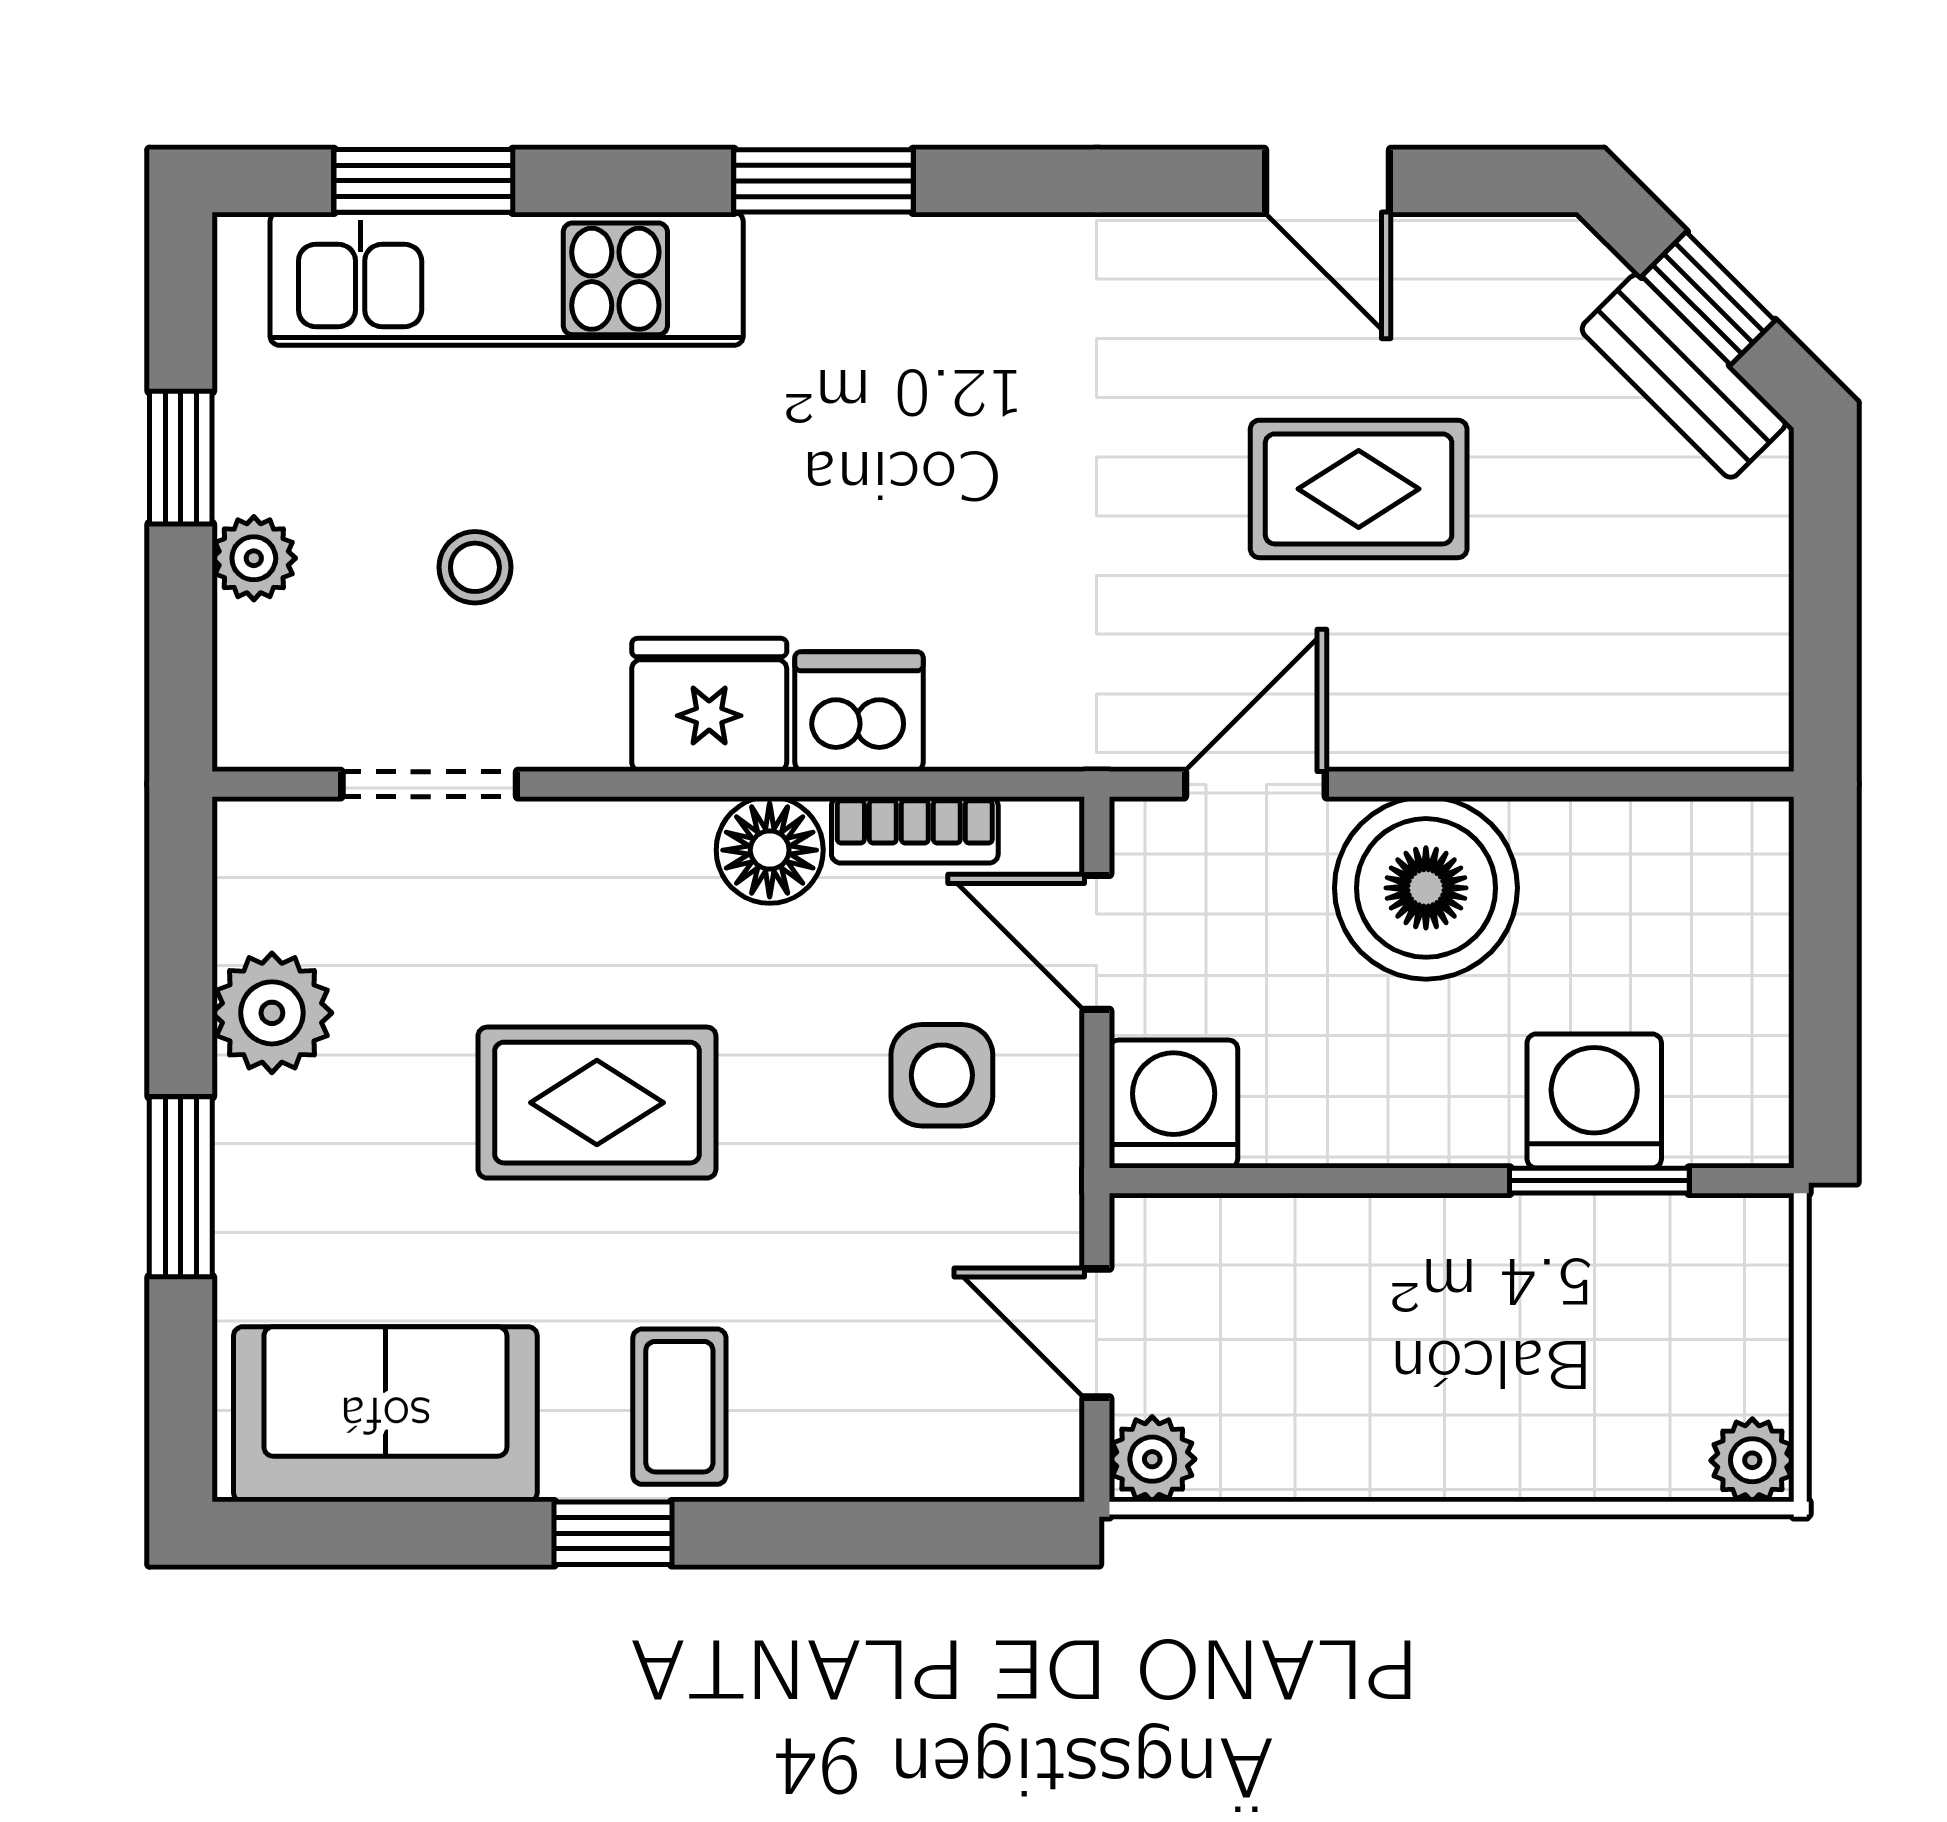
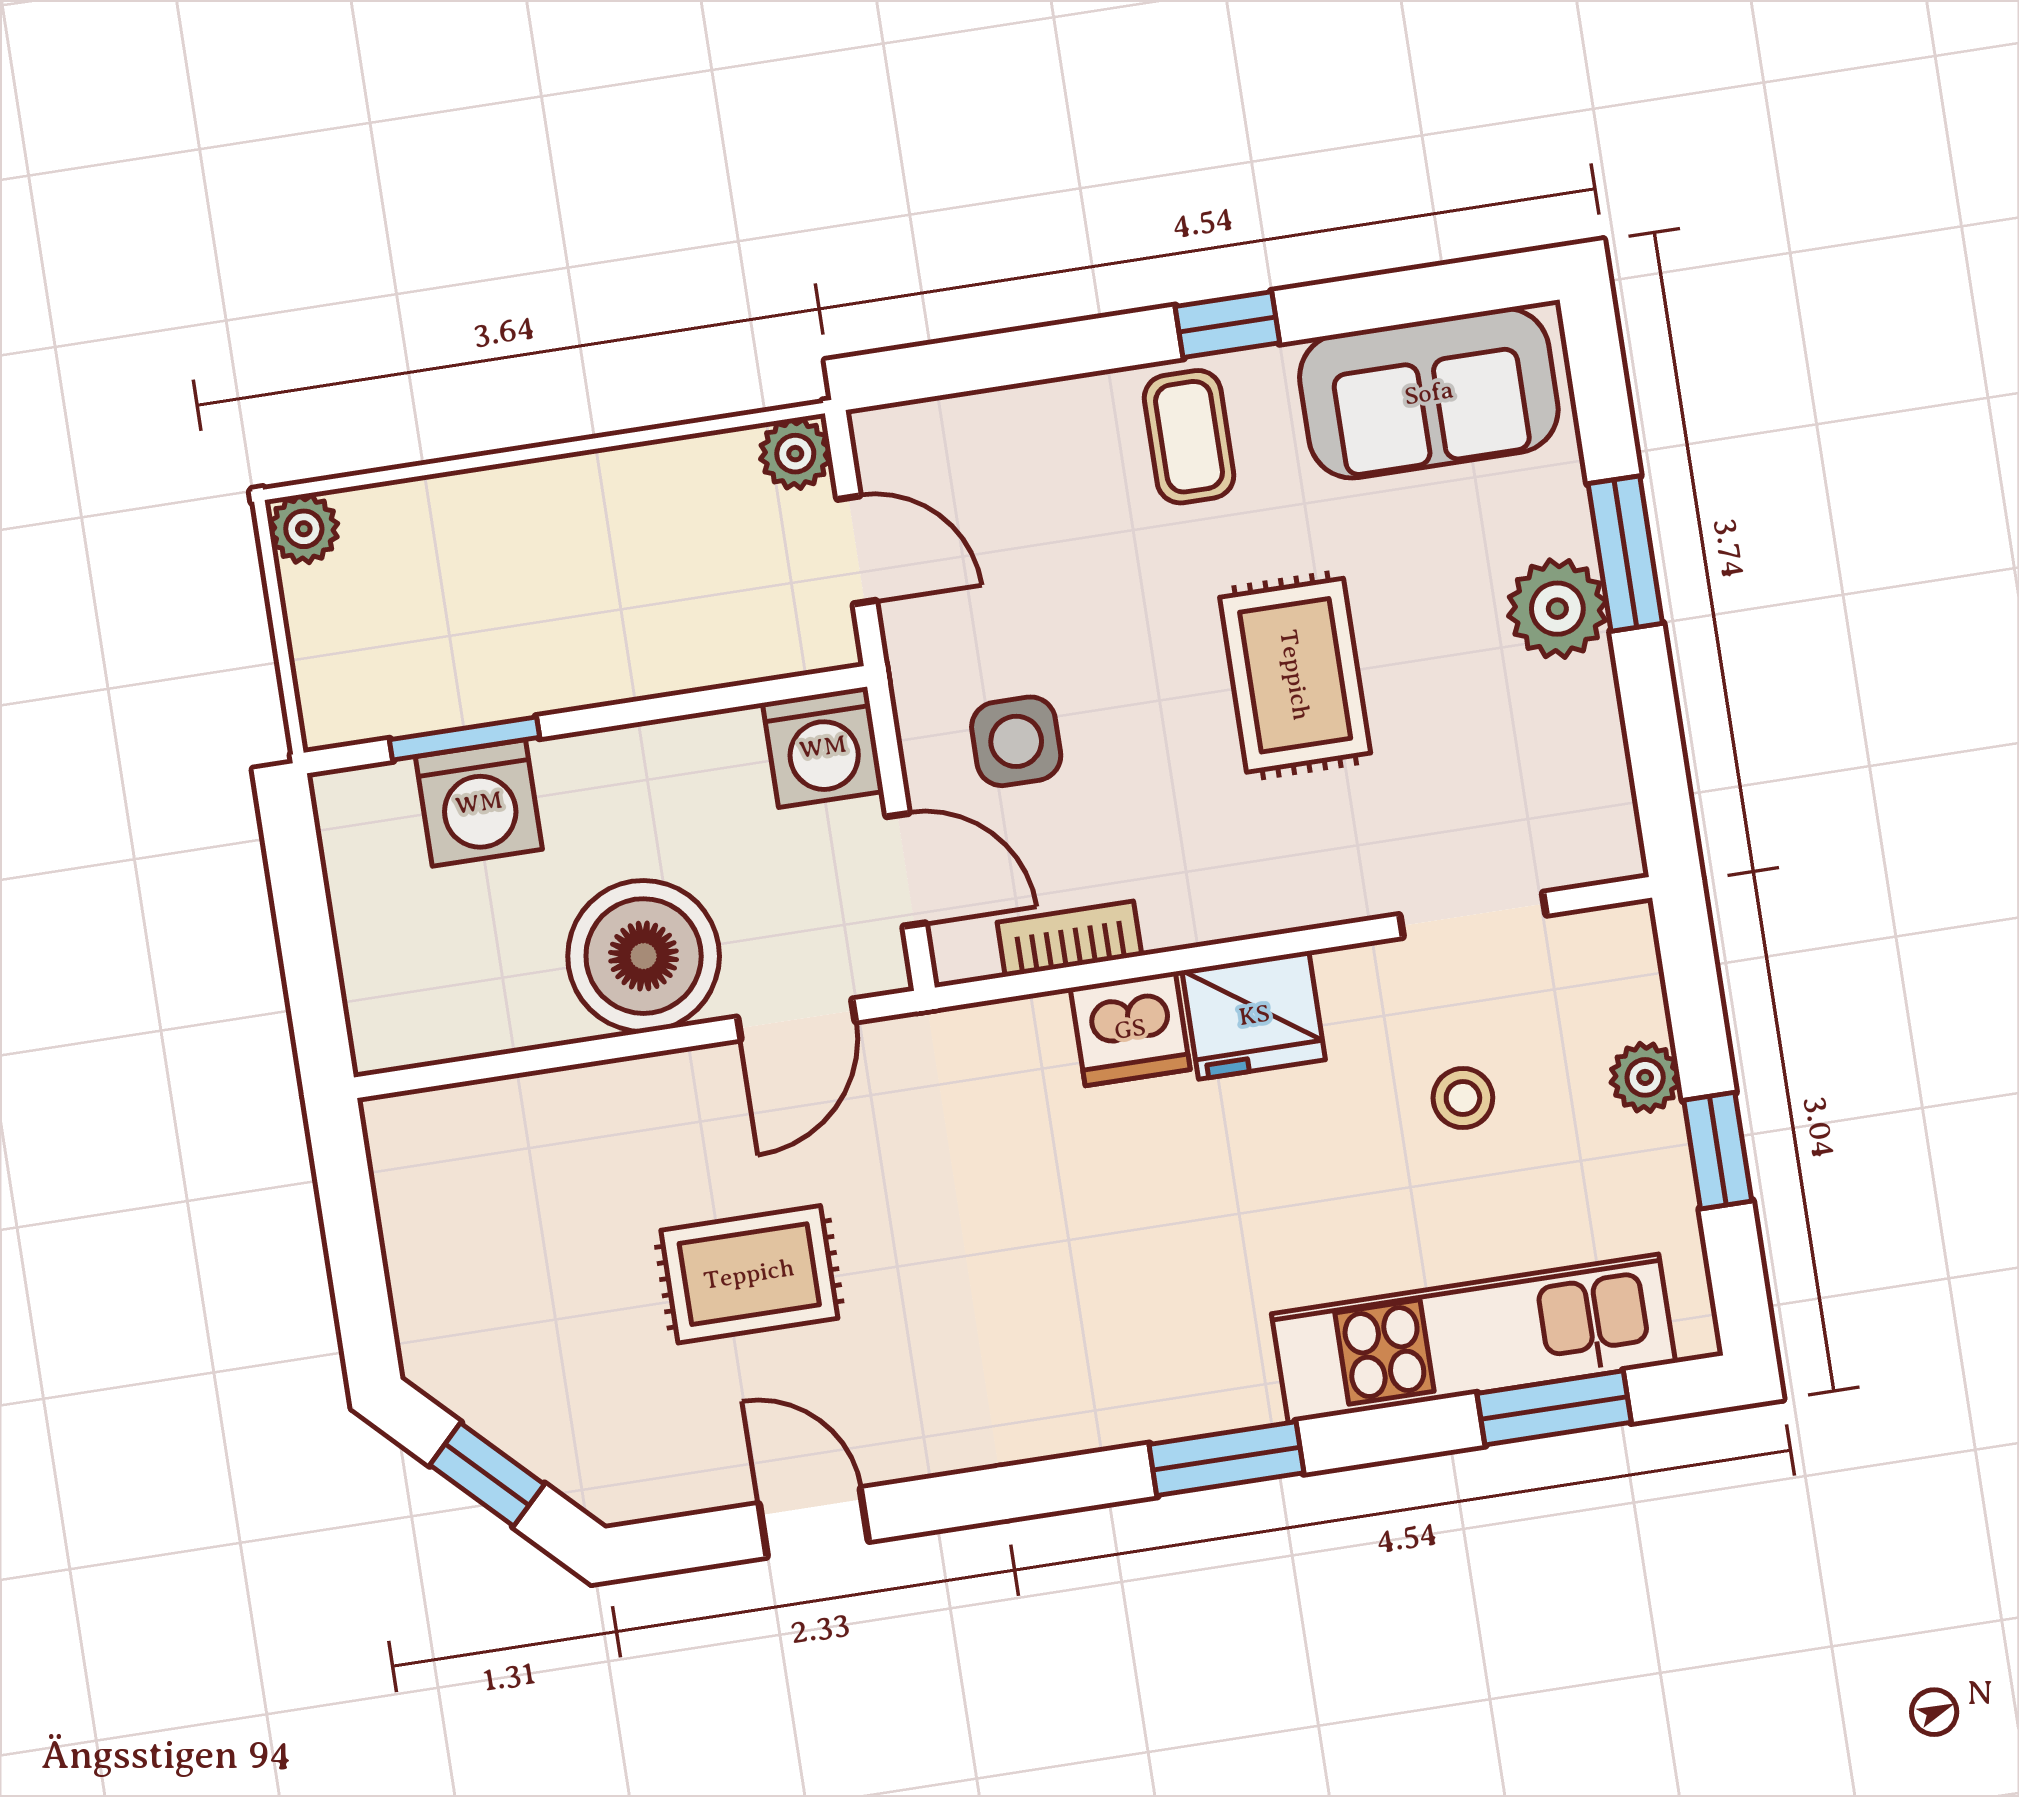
bench: (1684, 376) -> (497, 1408), removed
floor lamp: (770, 850) -> (1186, 904), removed
plant: (272, 1013) -> (1557, 609), moved
rug: (597, 1103) -> (1295, 675), turned 90

